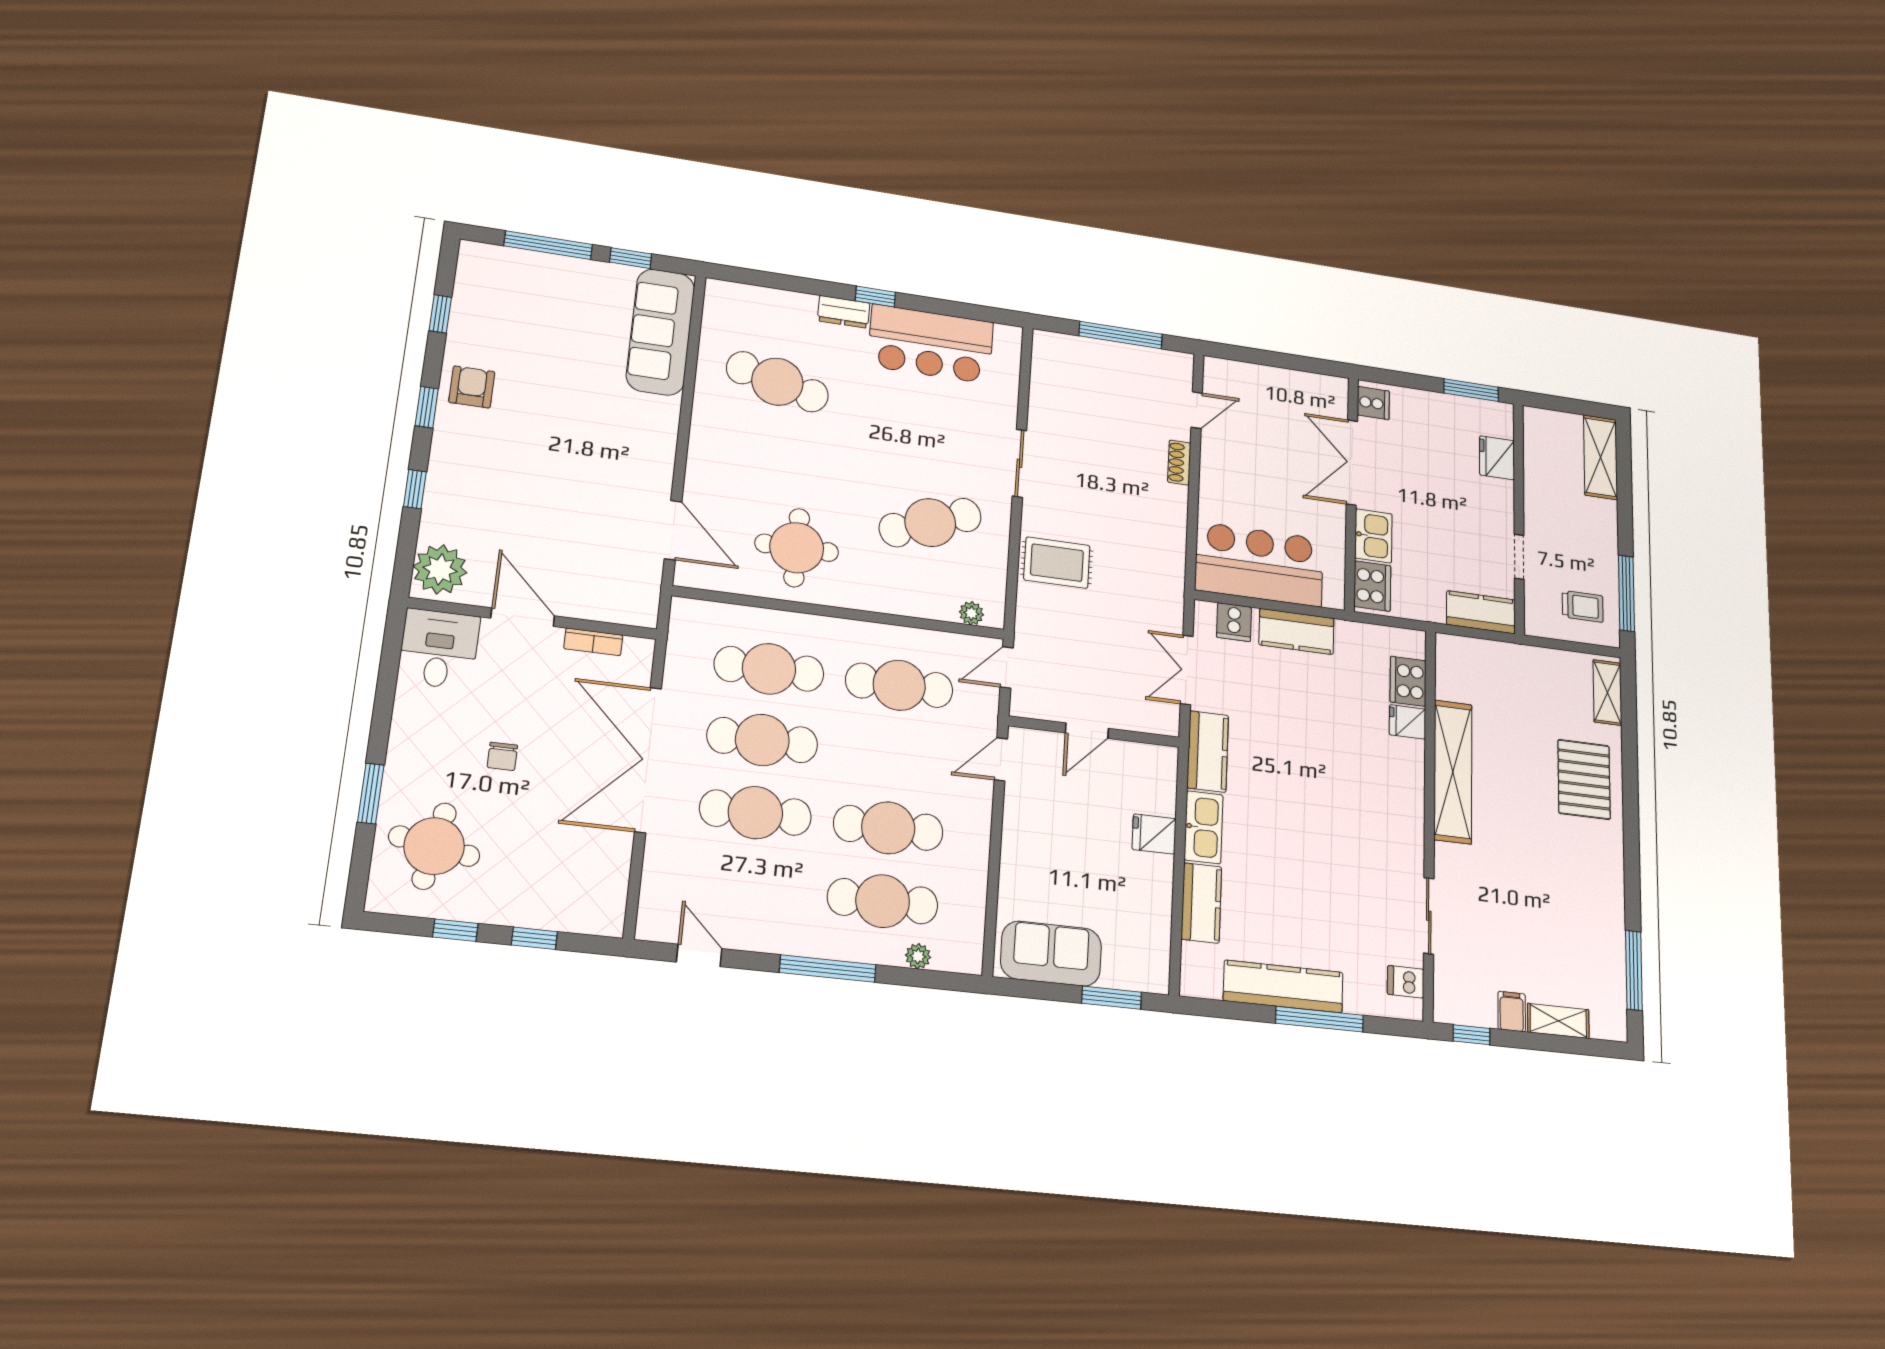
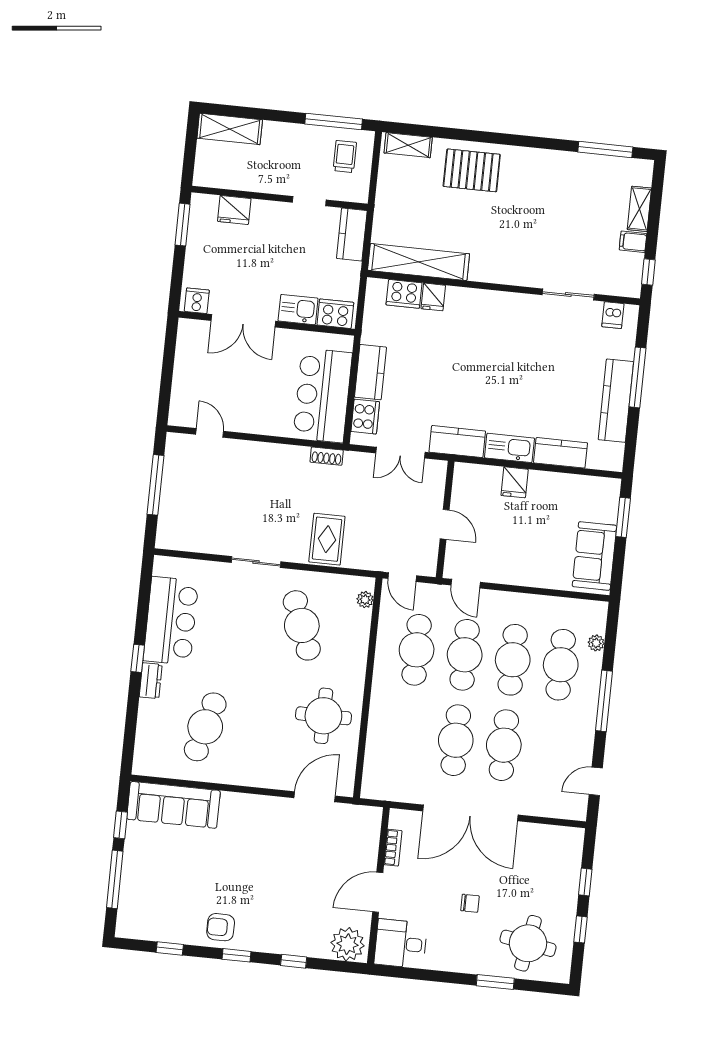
shoe rack: (1179, 463) -> (327, 456), moved
cooker: (1234, 622) -> (365, 417), width x1.36
cafe table: (769, 669) -> (465, 655), moved
shelving: (1453, 772) -> (419, 262), moved

